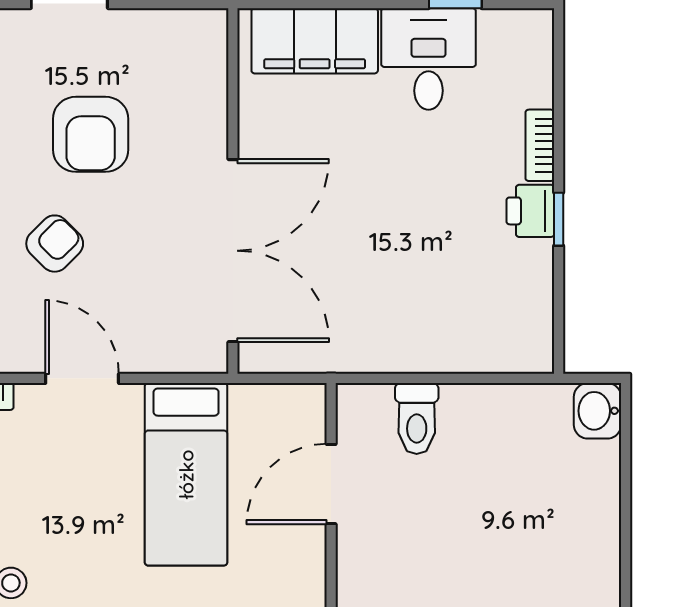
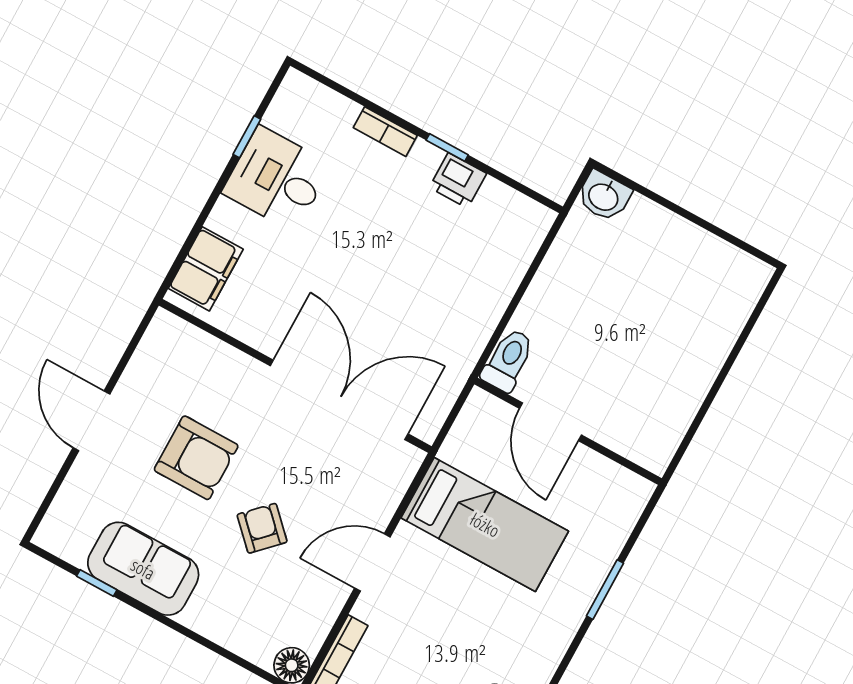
filing cabinet: (315, 41) -> (206, 269), width x0.67, depth x0.86
printer: (530, 211) -> (458, 180), moved
toilet: (417, 419) -> (508, 360), moved, turned -90

